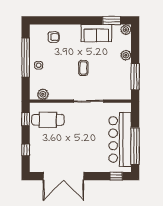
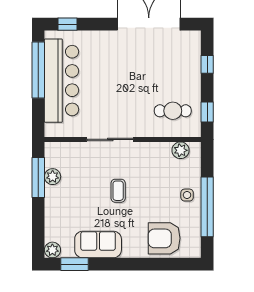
armchair: (53, 37) -> (164, 238), width x1.88, depth x1.88
plant: (126, 55) -> (53, 177), moved
cafe table: (48, 120) -> (173, 111), width x0.73, depth x0.74

